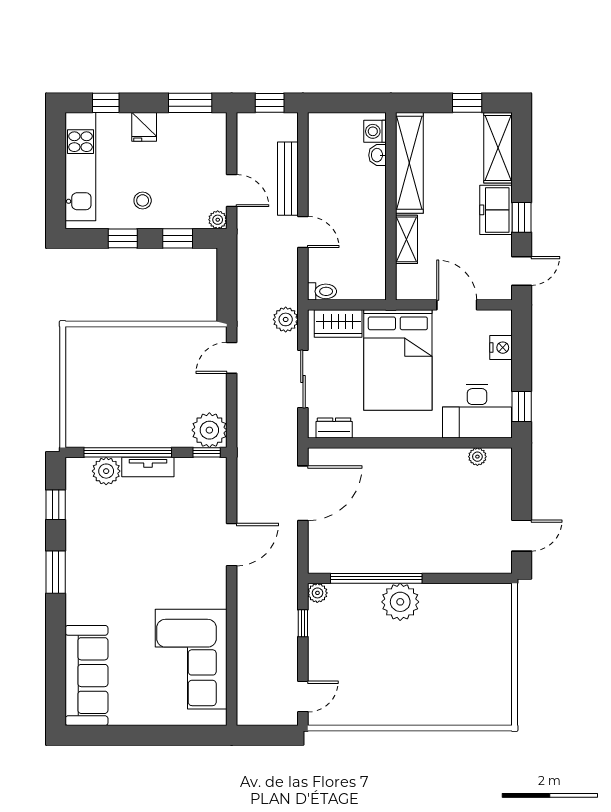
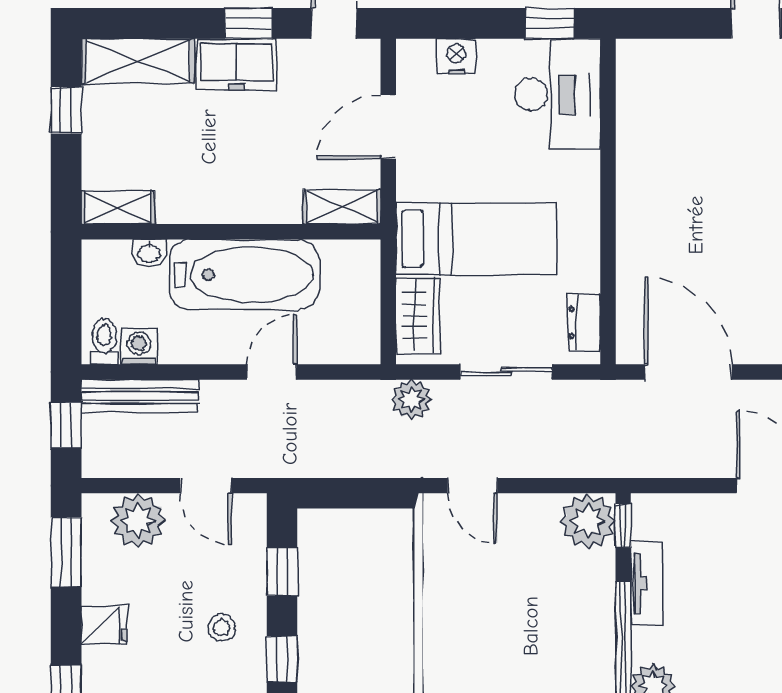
washing machine: (375, 131) -> (139, 347), moved, turned 180
shelving: (409, 163) -> (118, 208), width x0.45, depth x0.75
bench: (288, 179) -> (140, 396), moved
door: (232, 191) -> (206, 486), swing flipped
bathtub: (364, 215) -> (244, 275), added
plant: (218, 220) -> (138, 521), moved, width x1.87, depth x1.87
shelving: (407, 239) -> (342, 207), moved
toilet: (322, 291) -> (104, 341), moved
bed: (398, 360) -> (476, 239), width x0.67
plant: (477, 457) -> (630, 94), removed
tv unit: (148, 467) -> (646, 583), moved

